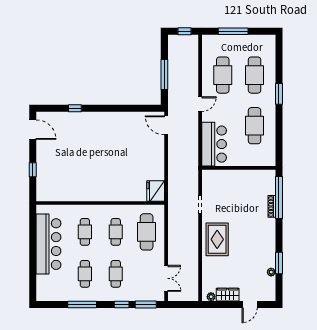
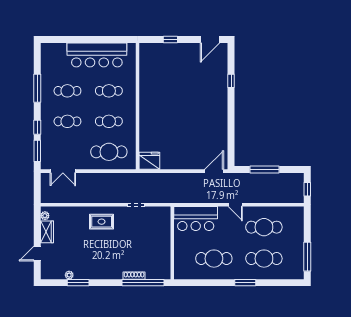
window: (233, 31) -> (307, 257), moved
rug: (217, 239) -> (102, 222), width x0.73, depth x0.70
door: (250, 304) -> (37, 254), hinge flipped

